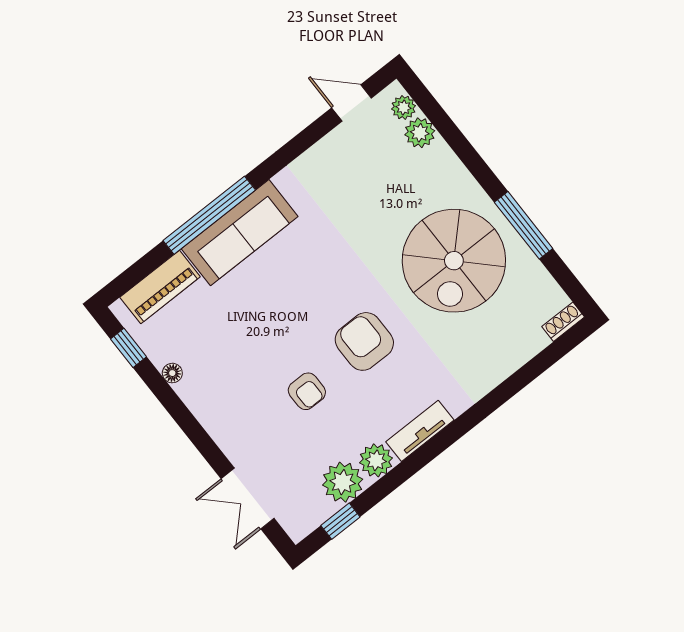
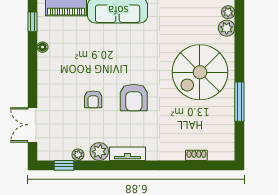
spiral stairs: (454, 261) -> (200, 72), moved
shoe rack: (563, 322) -> (196, 155), moved
armchair: (364, 341) -> (134, 98), turned 180
plant: (343, 482) -> (78, 155), width x0.53, depth x0.53

